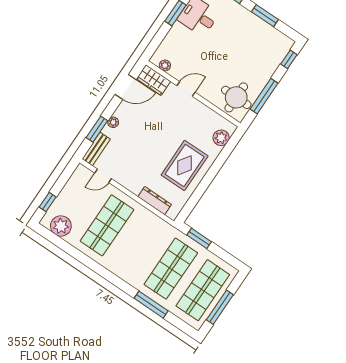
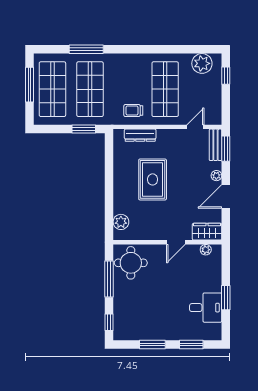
door: (126, 87) -> (226, 196), moved
window: (97, 129) -> (226, 149), moved
rug: (185, 165) -> (153, 179), moved
trolley: (146, 226) -> (133, 111), added

